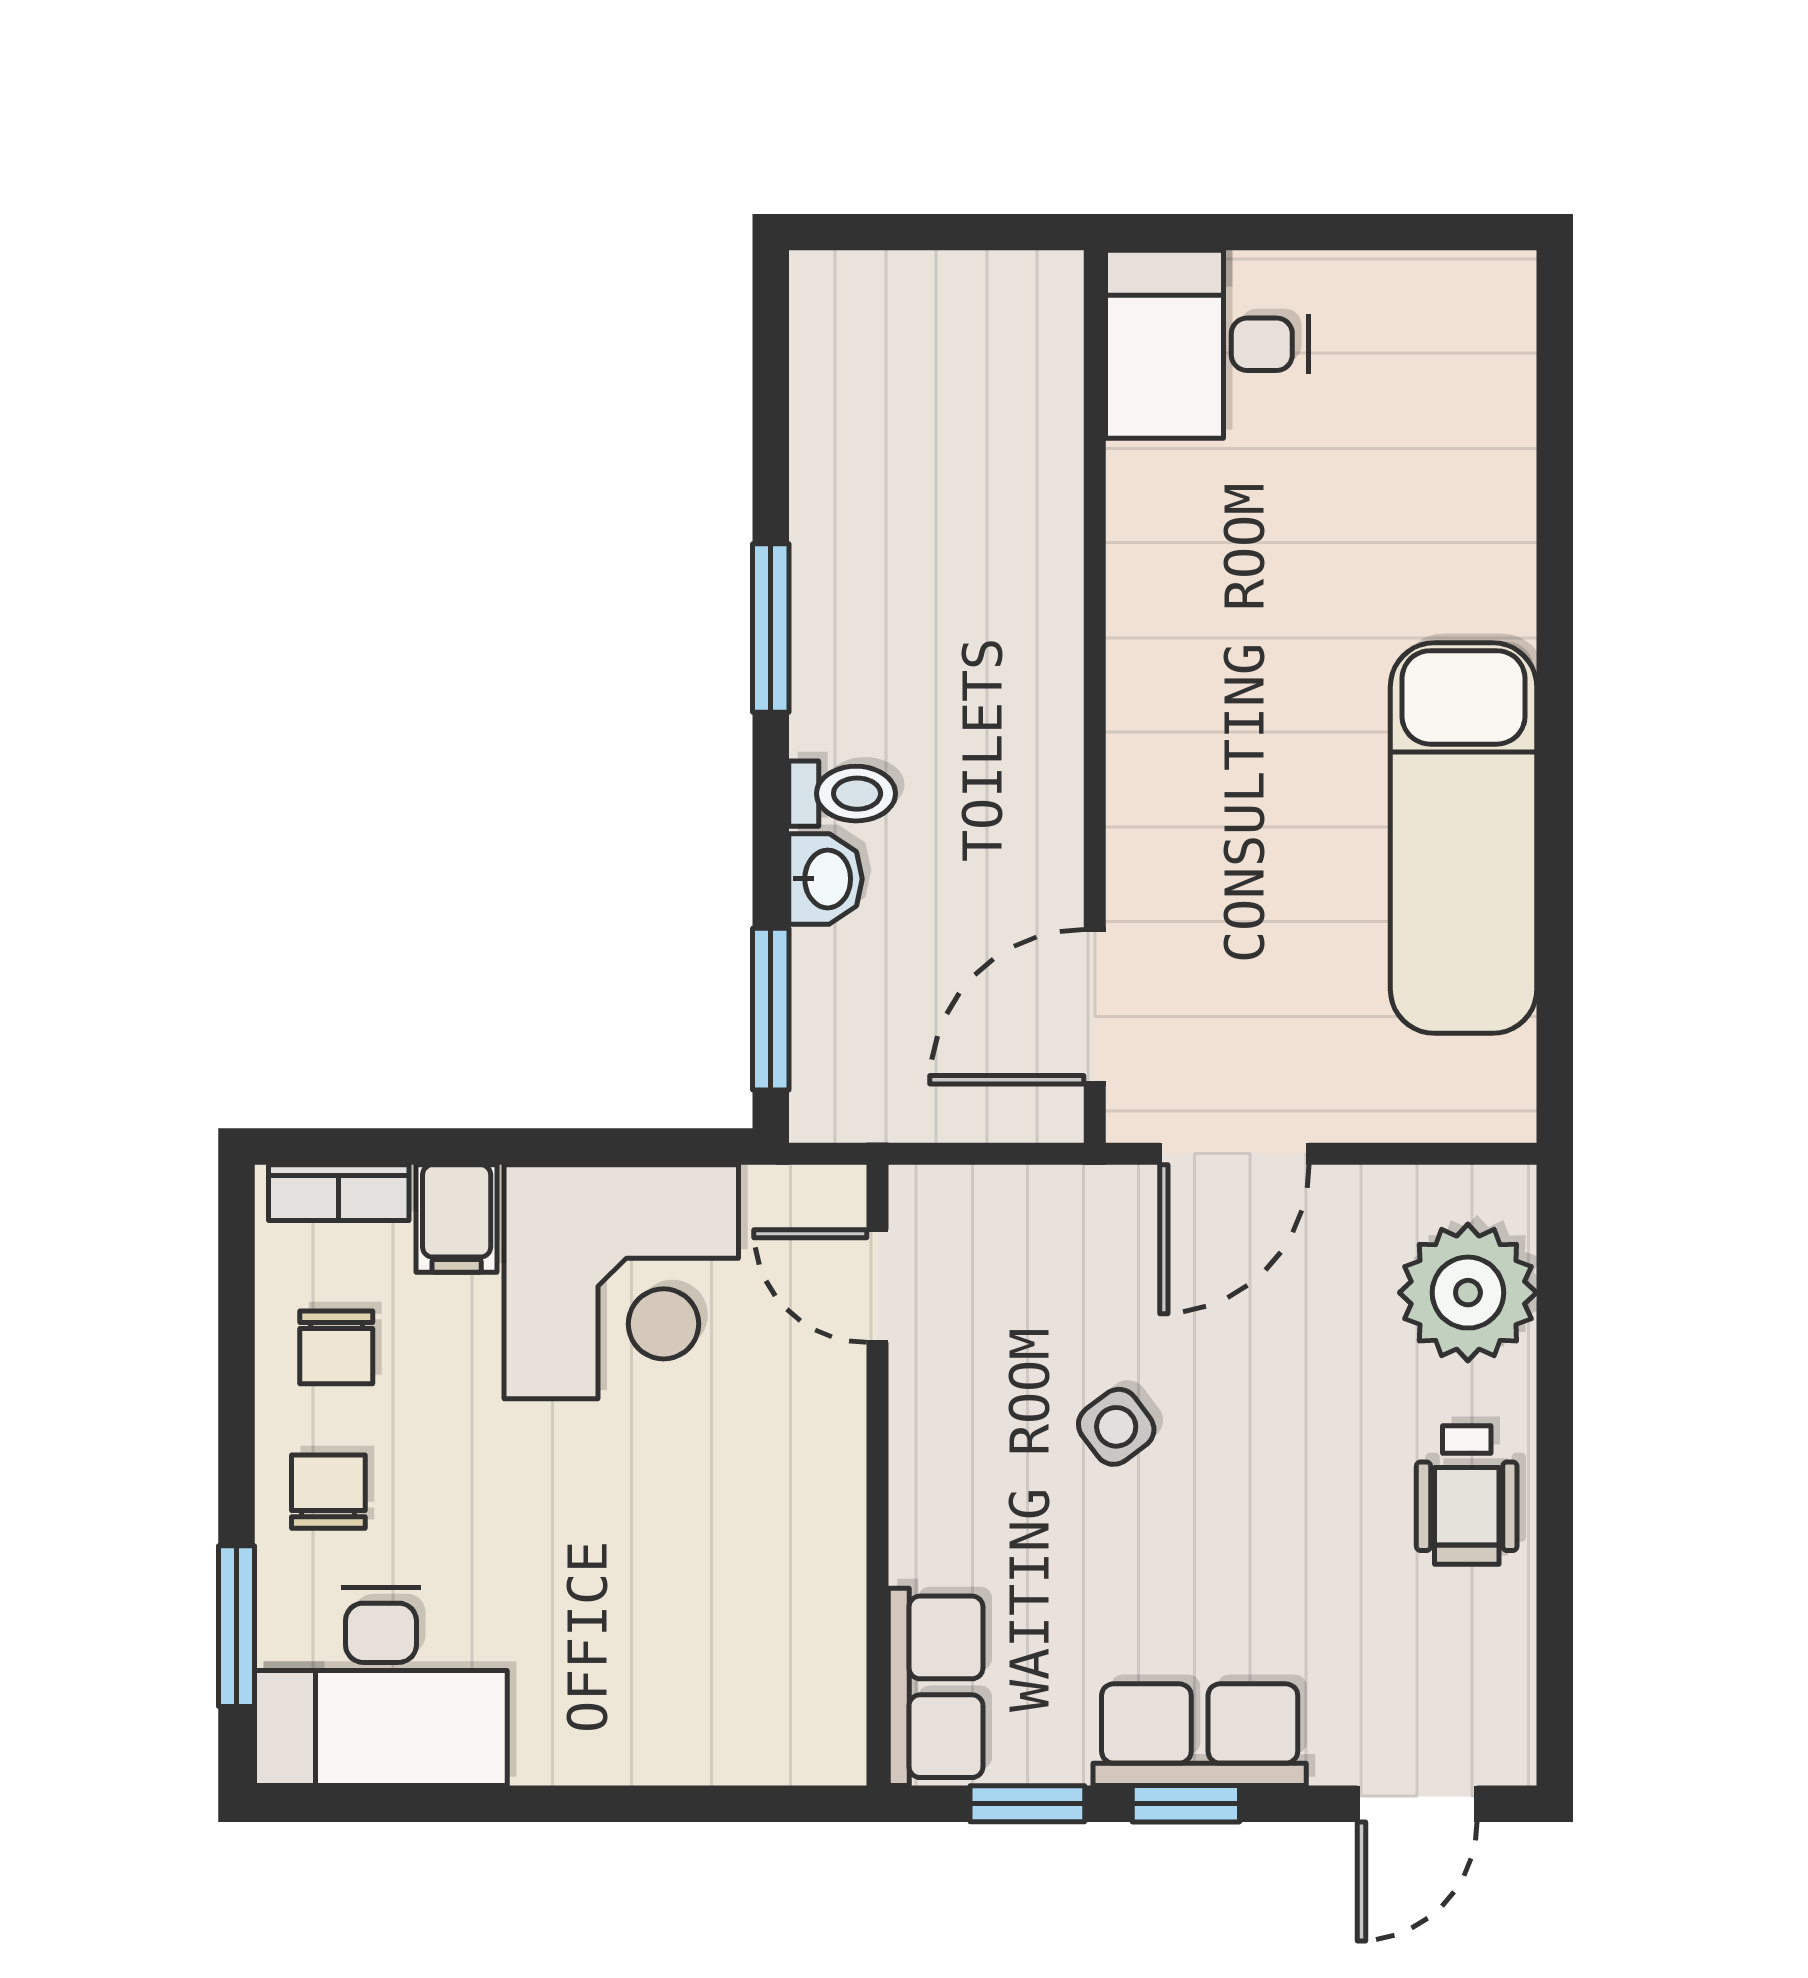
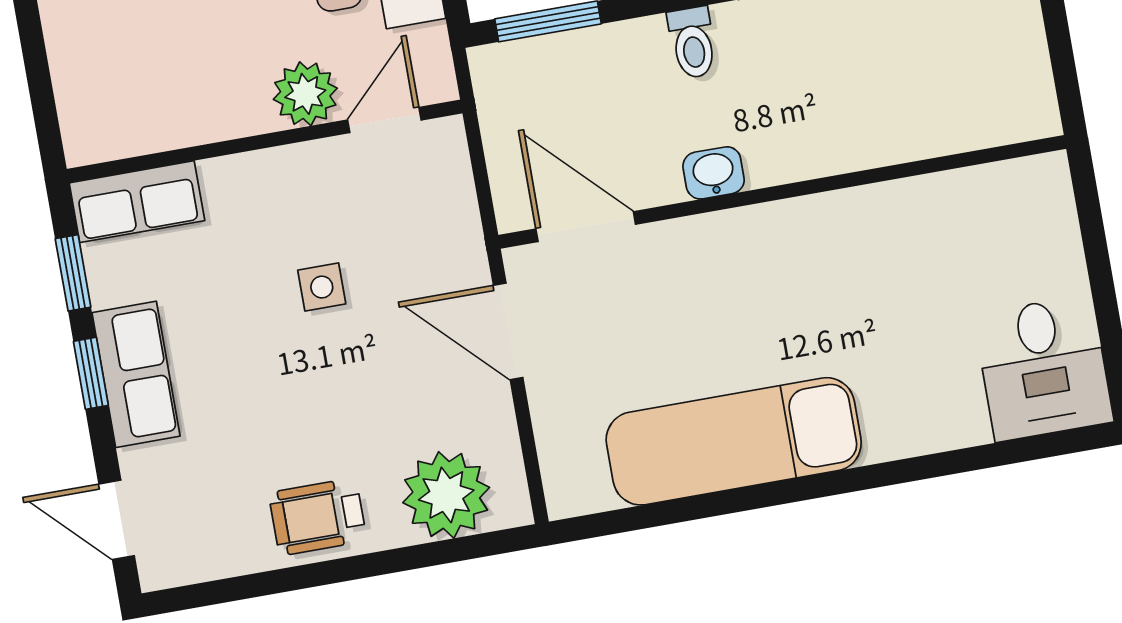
desk: (1207, 344) -> (1043, 368), moved, turned 180
washbasin: (825, 879) -> (714, 173), moved, turned 180
plant: (816, 1400) -> (305, 94), added
side table: (1116, 1427) -> (322, 287), turned 37

